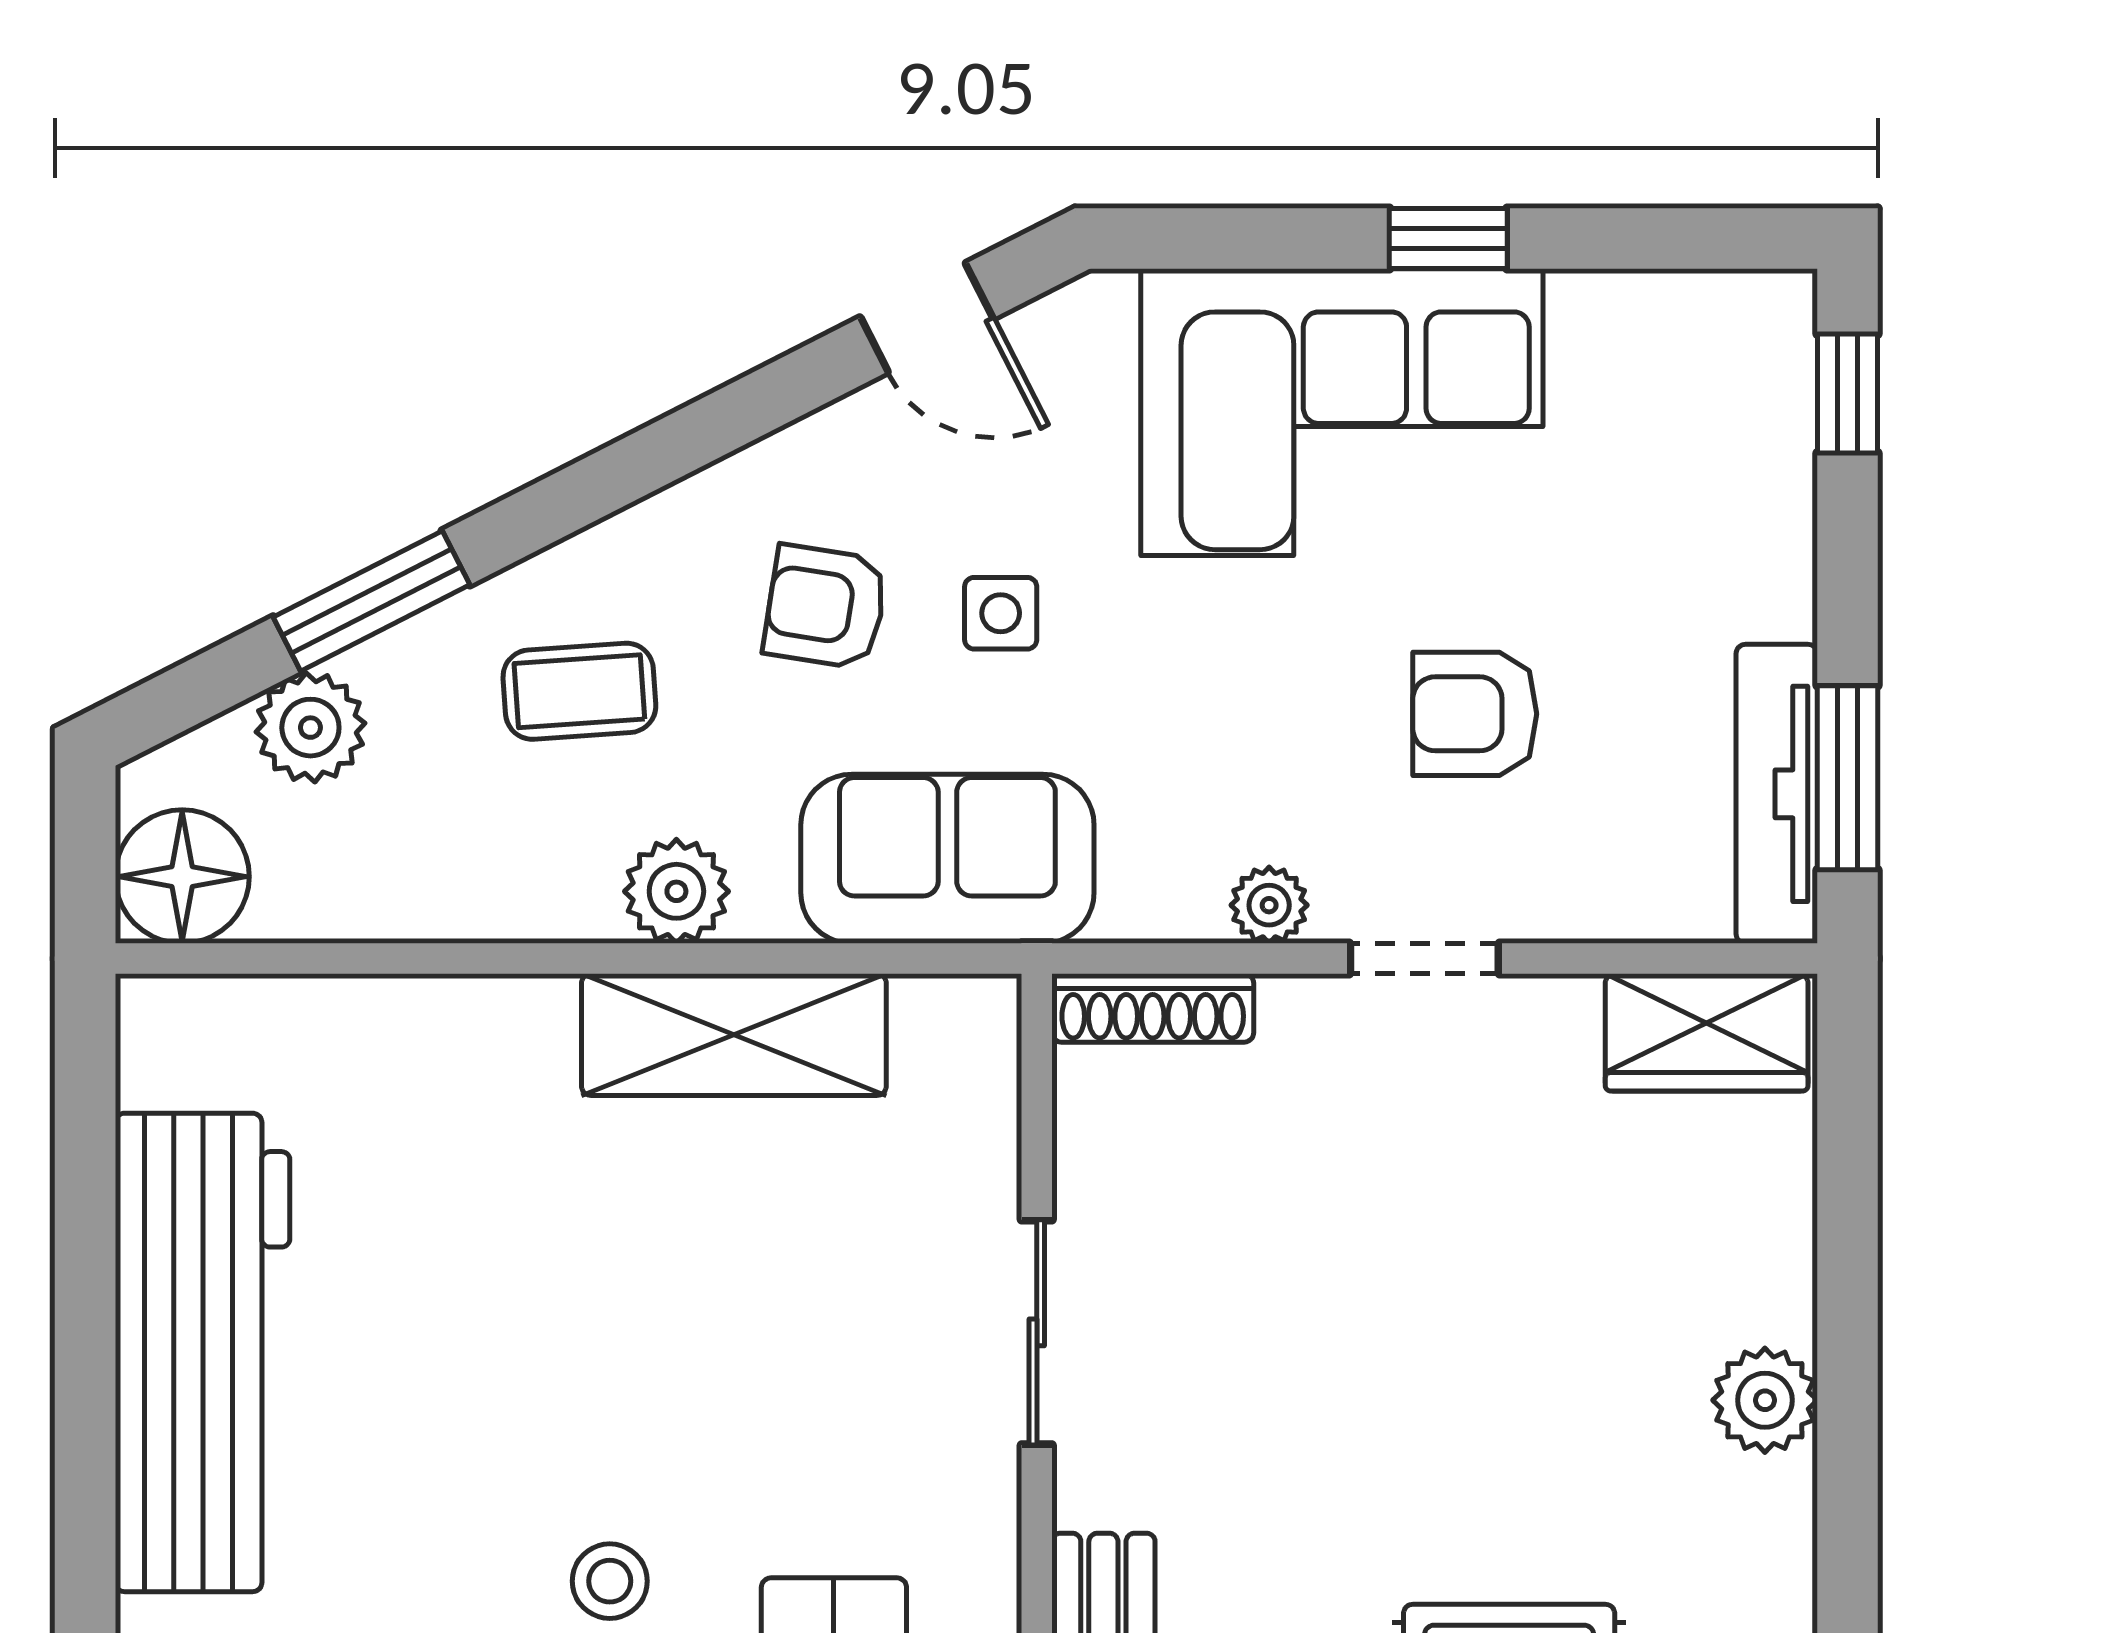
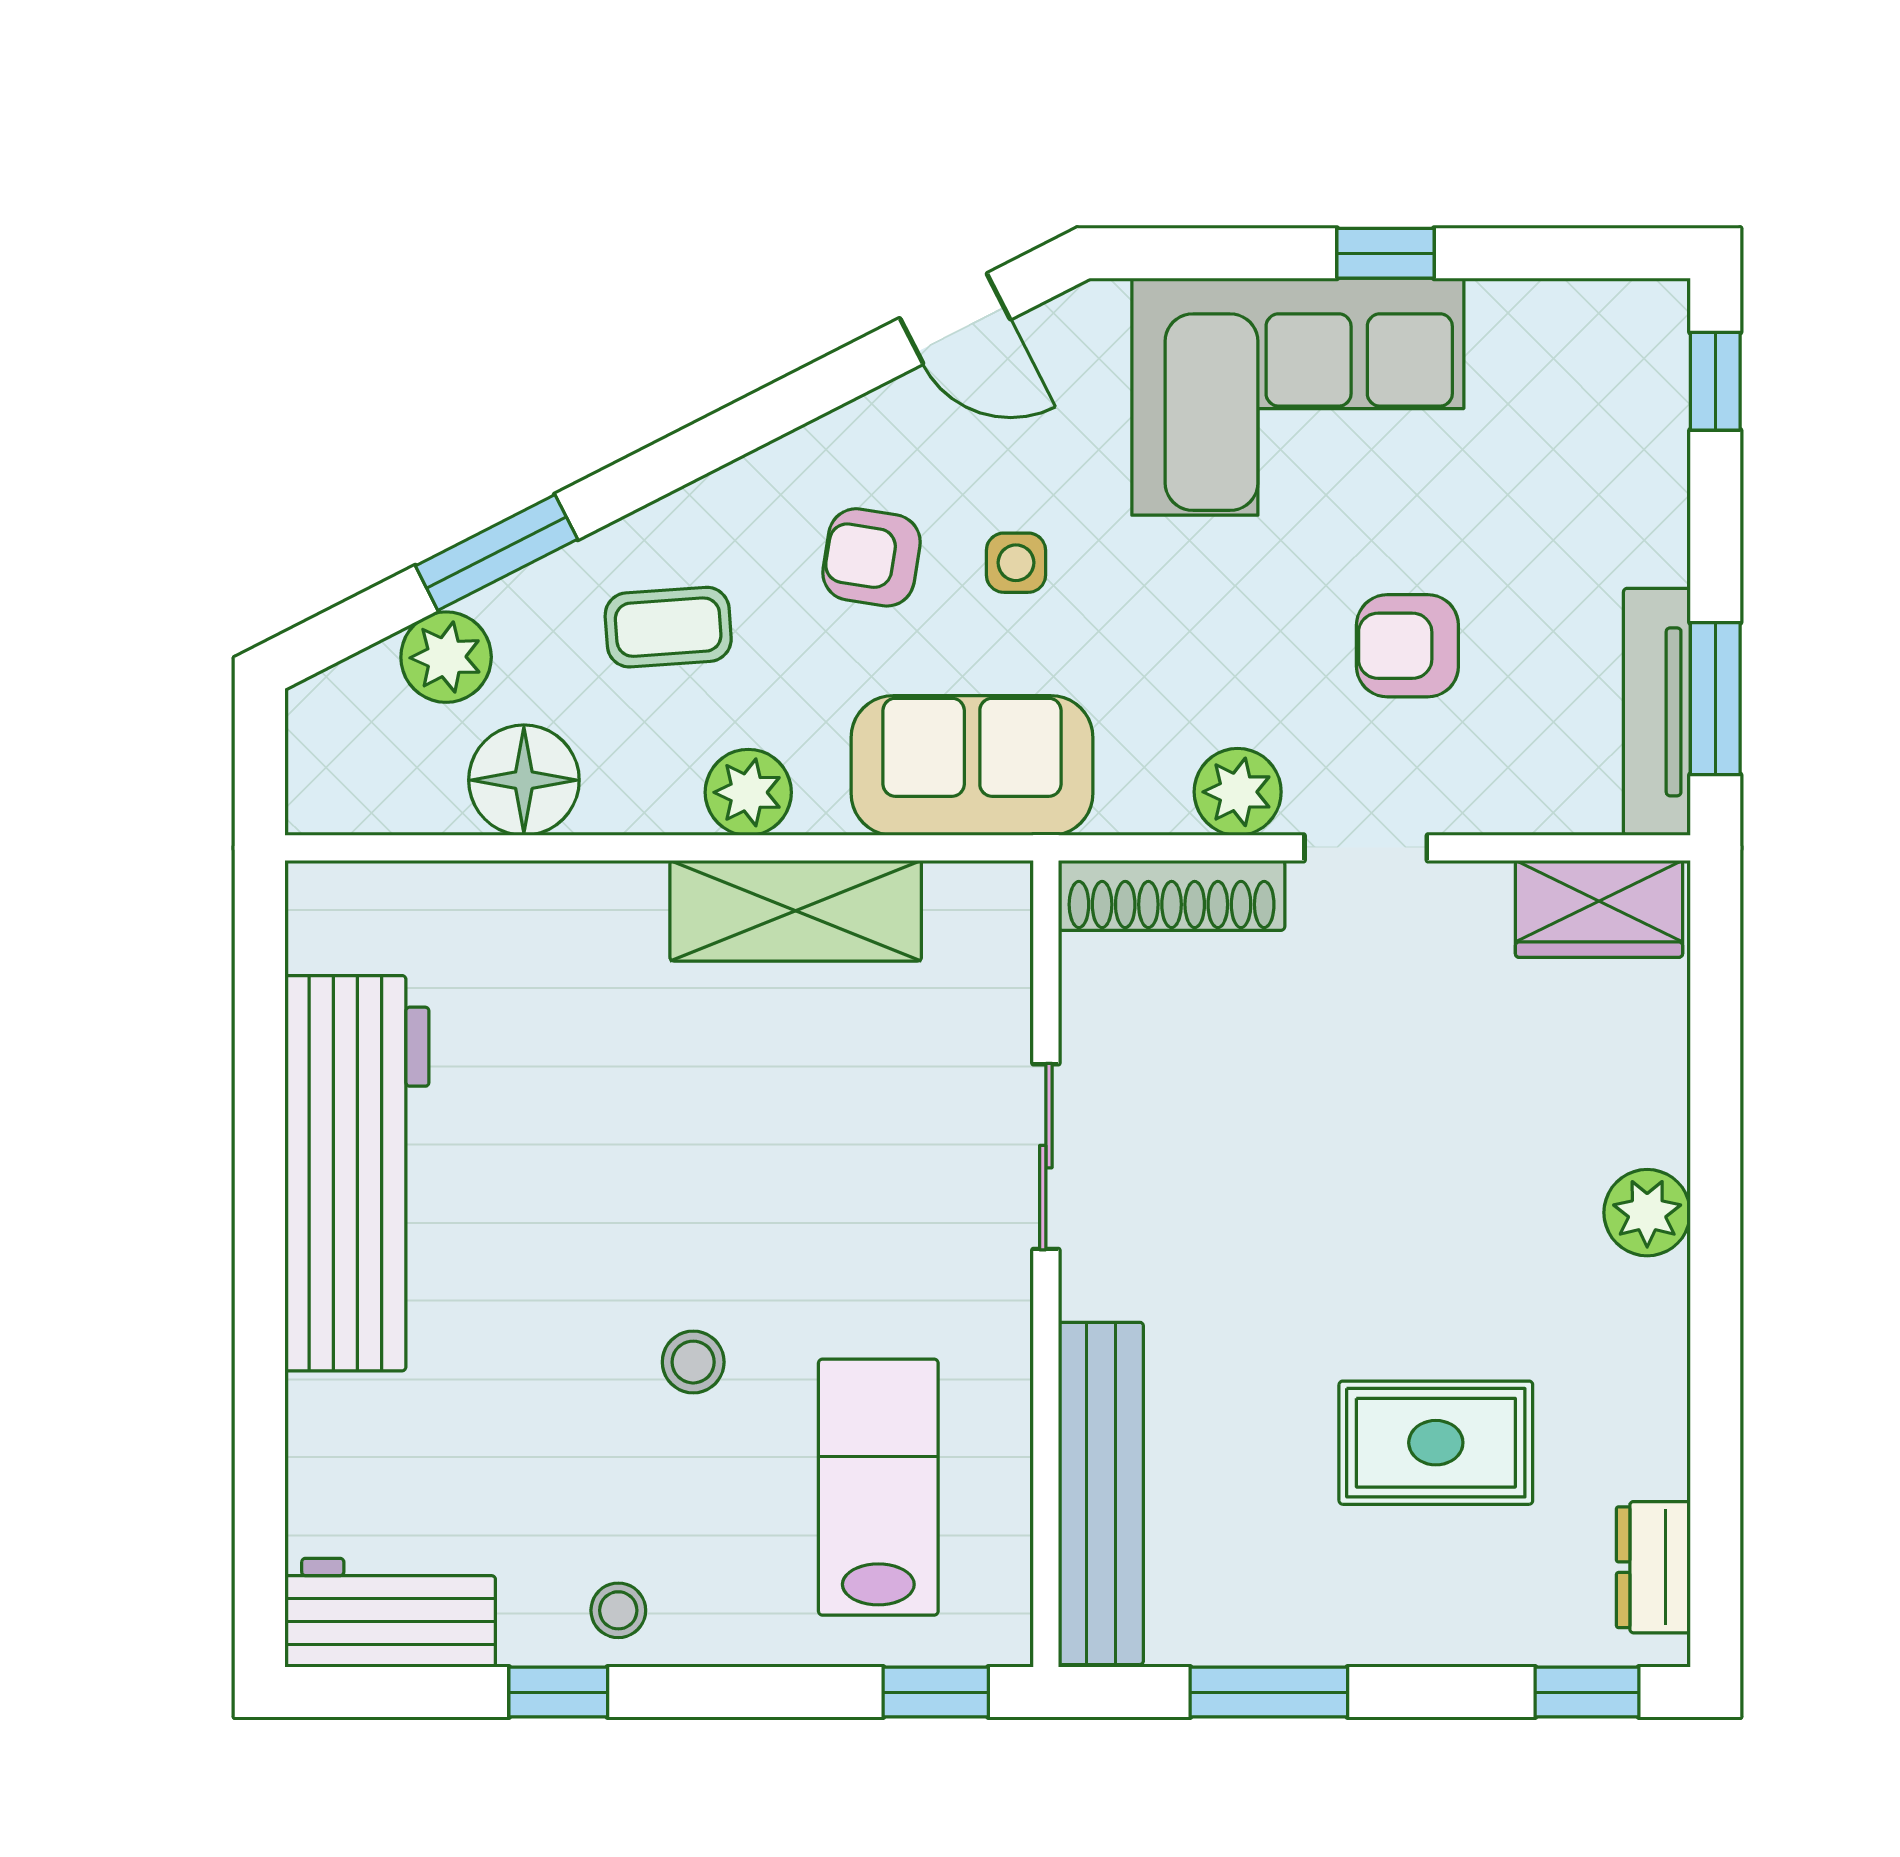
floor lamp: (182, 877) -> (524, 780), moved
plant: (1269, 905) -> (1238, 792), width x1.38, depth x1.38
shoe rack: (1153, 1008) -> (1172, 895), width x1.36, depth x1.24

